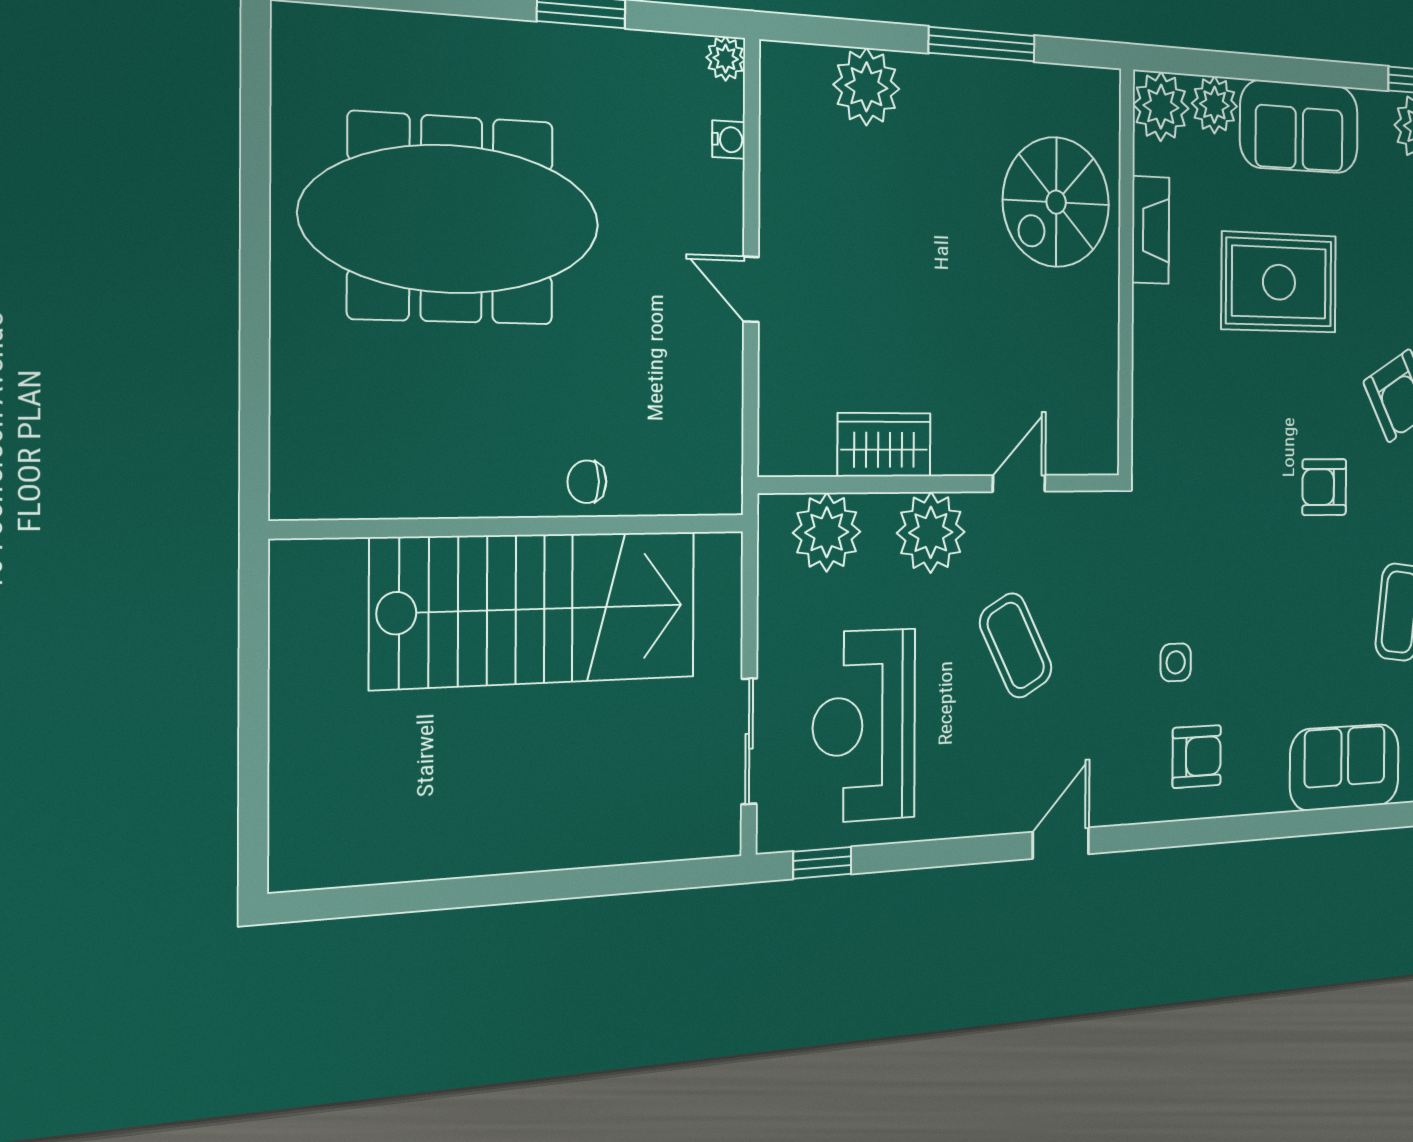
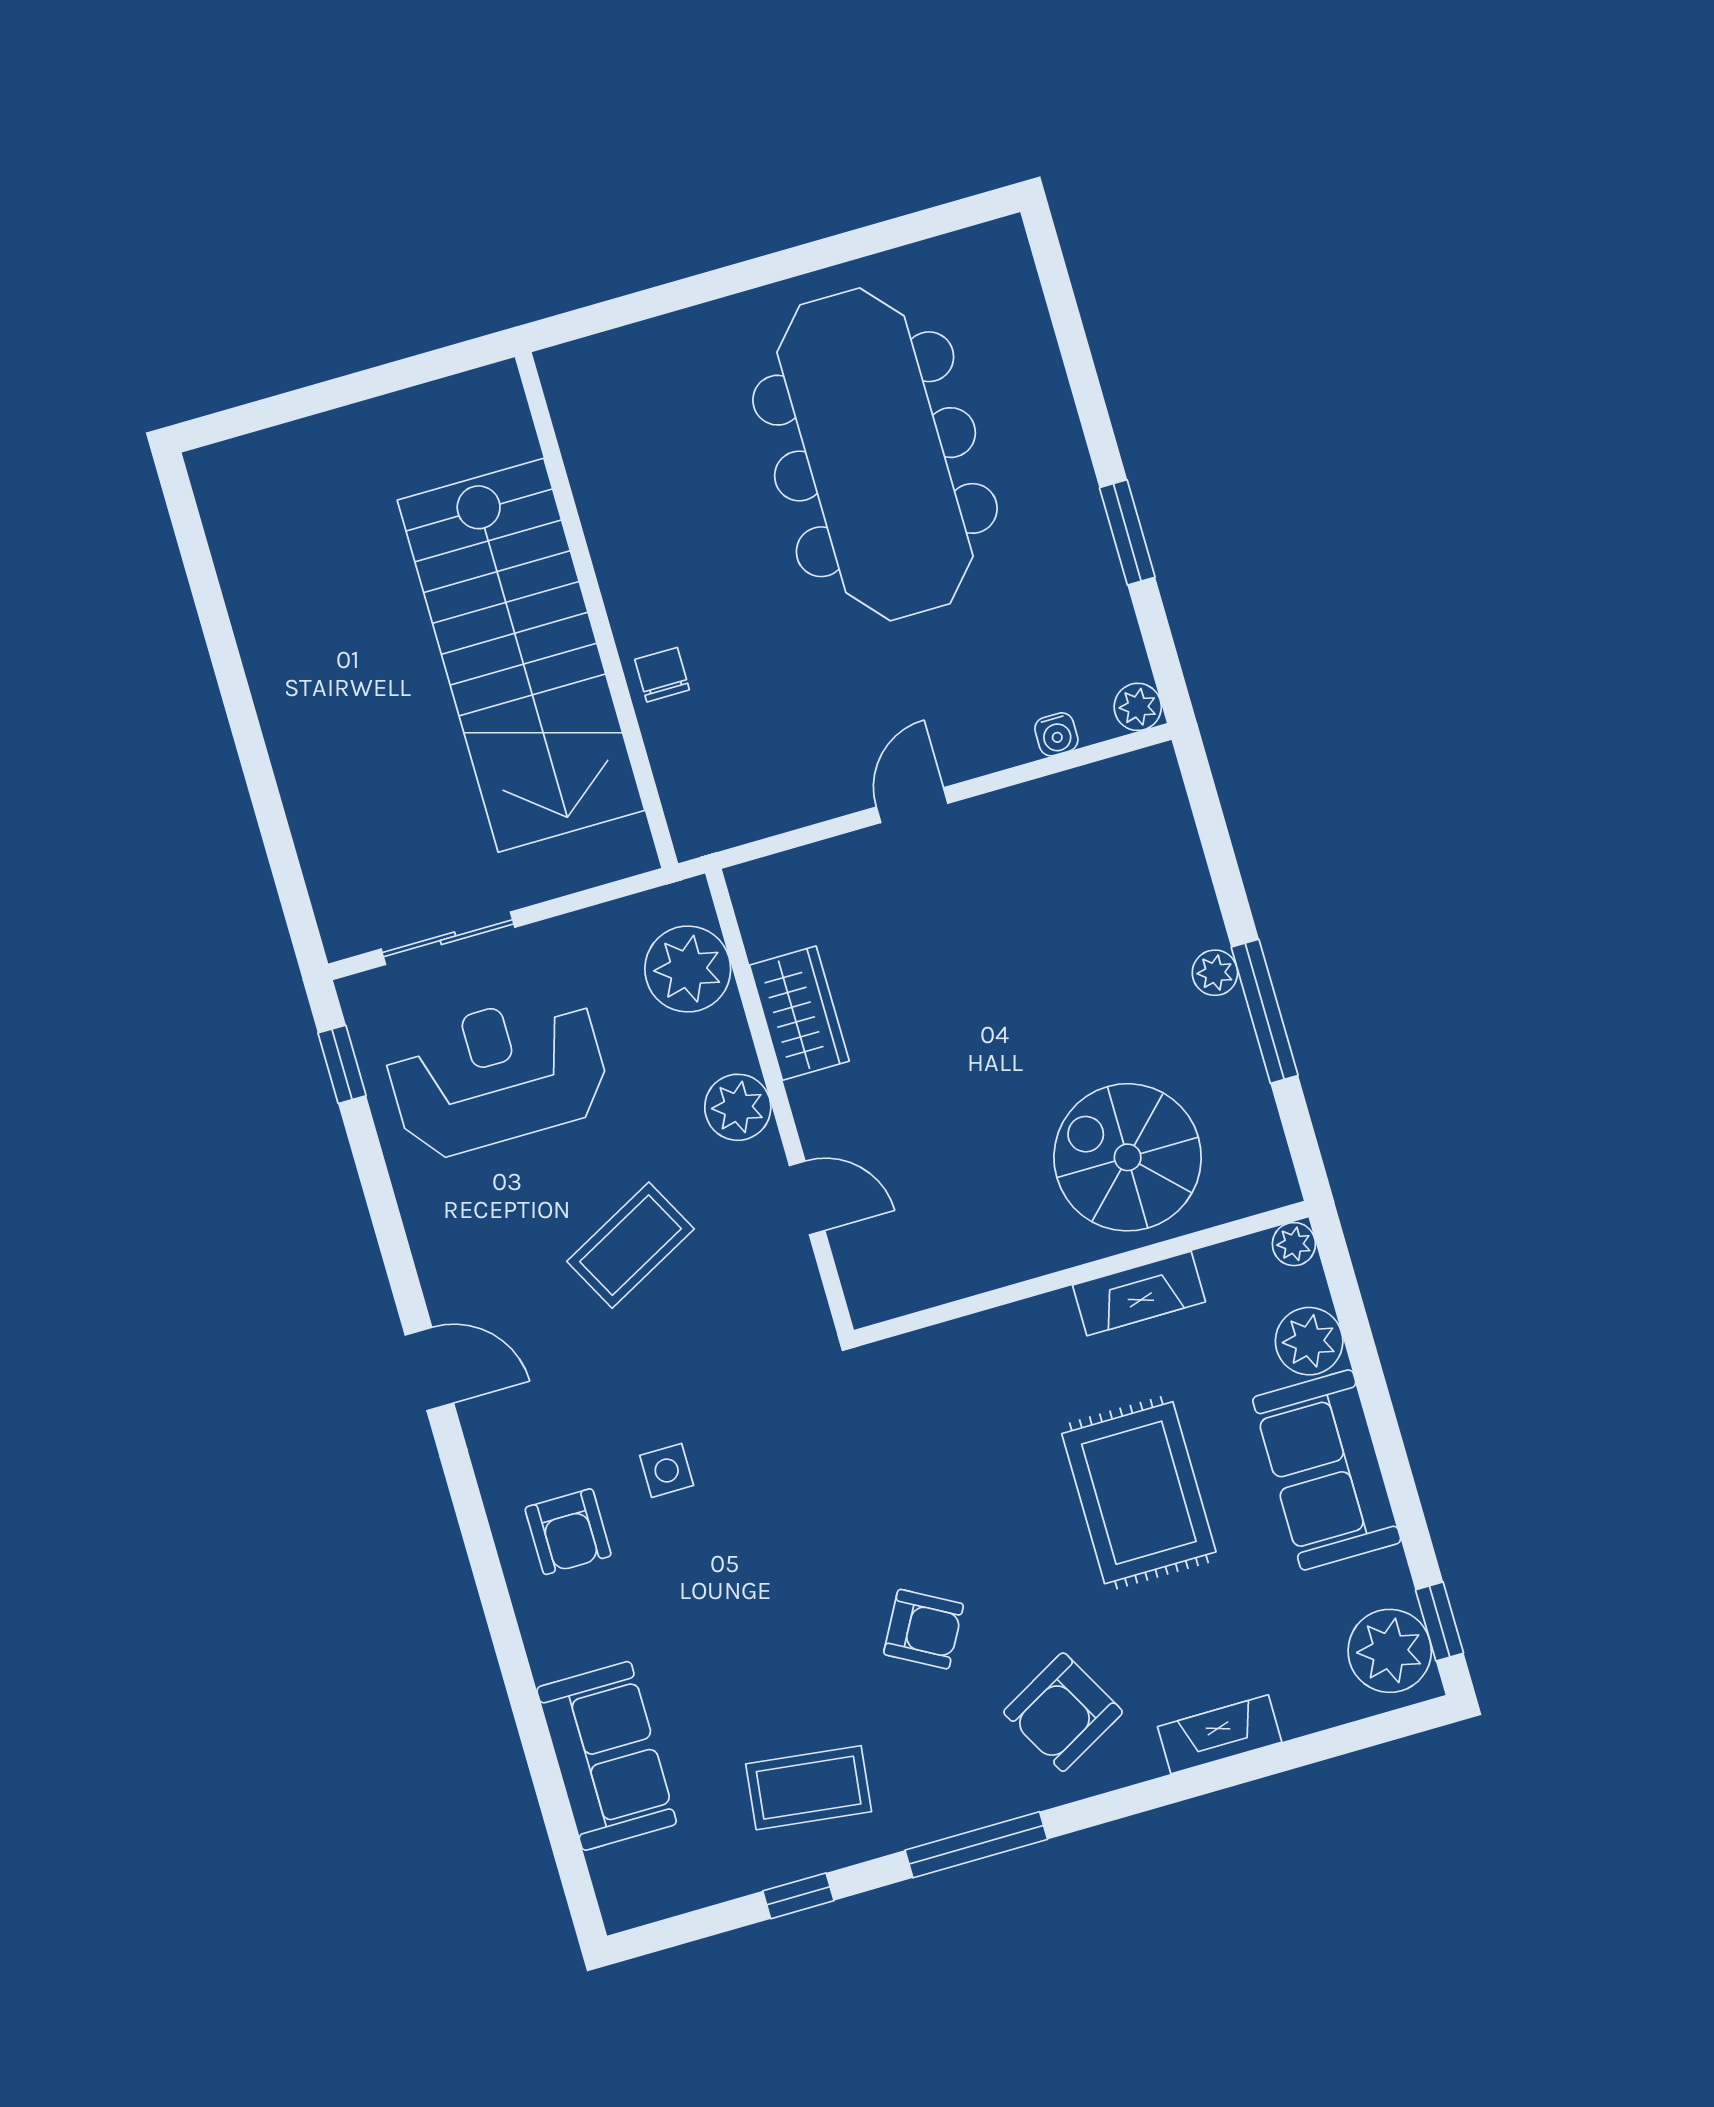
plant: (866, 87) -> (1215, 973), moved, width x0.53, depth x0.53
plant: (1161, 107) -> (1294, 1244), width x0.53, depth x0.53
armchair: (1324, 487) -> (924, 1629), turned 119
plant: (931, 532) -> (738, 1107), width x0.73, depth x0.73

